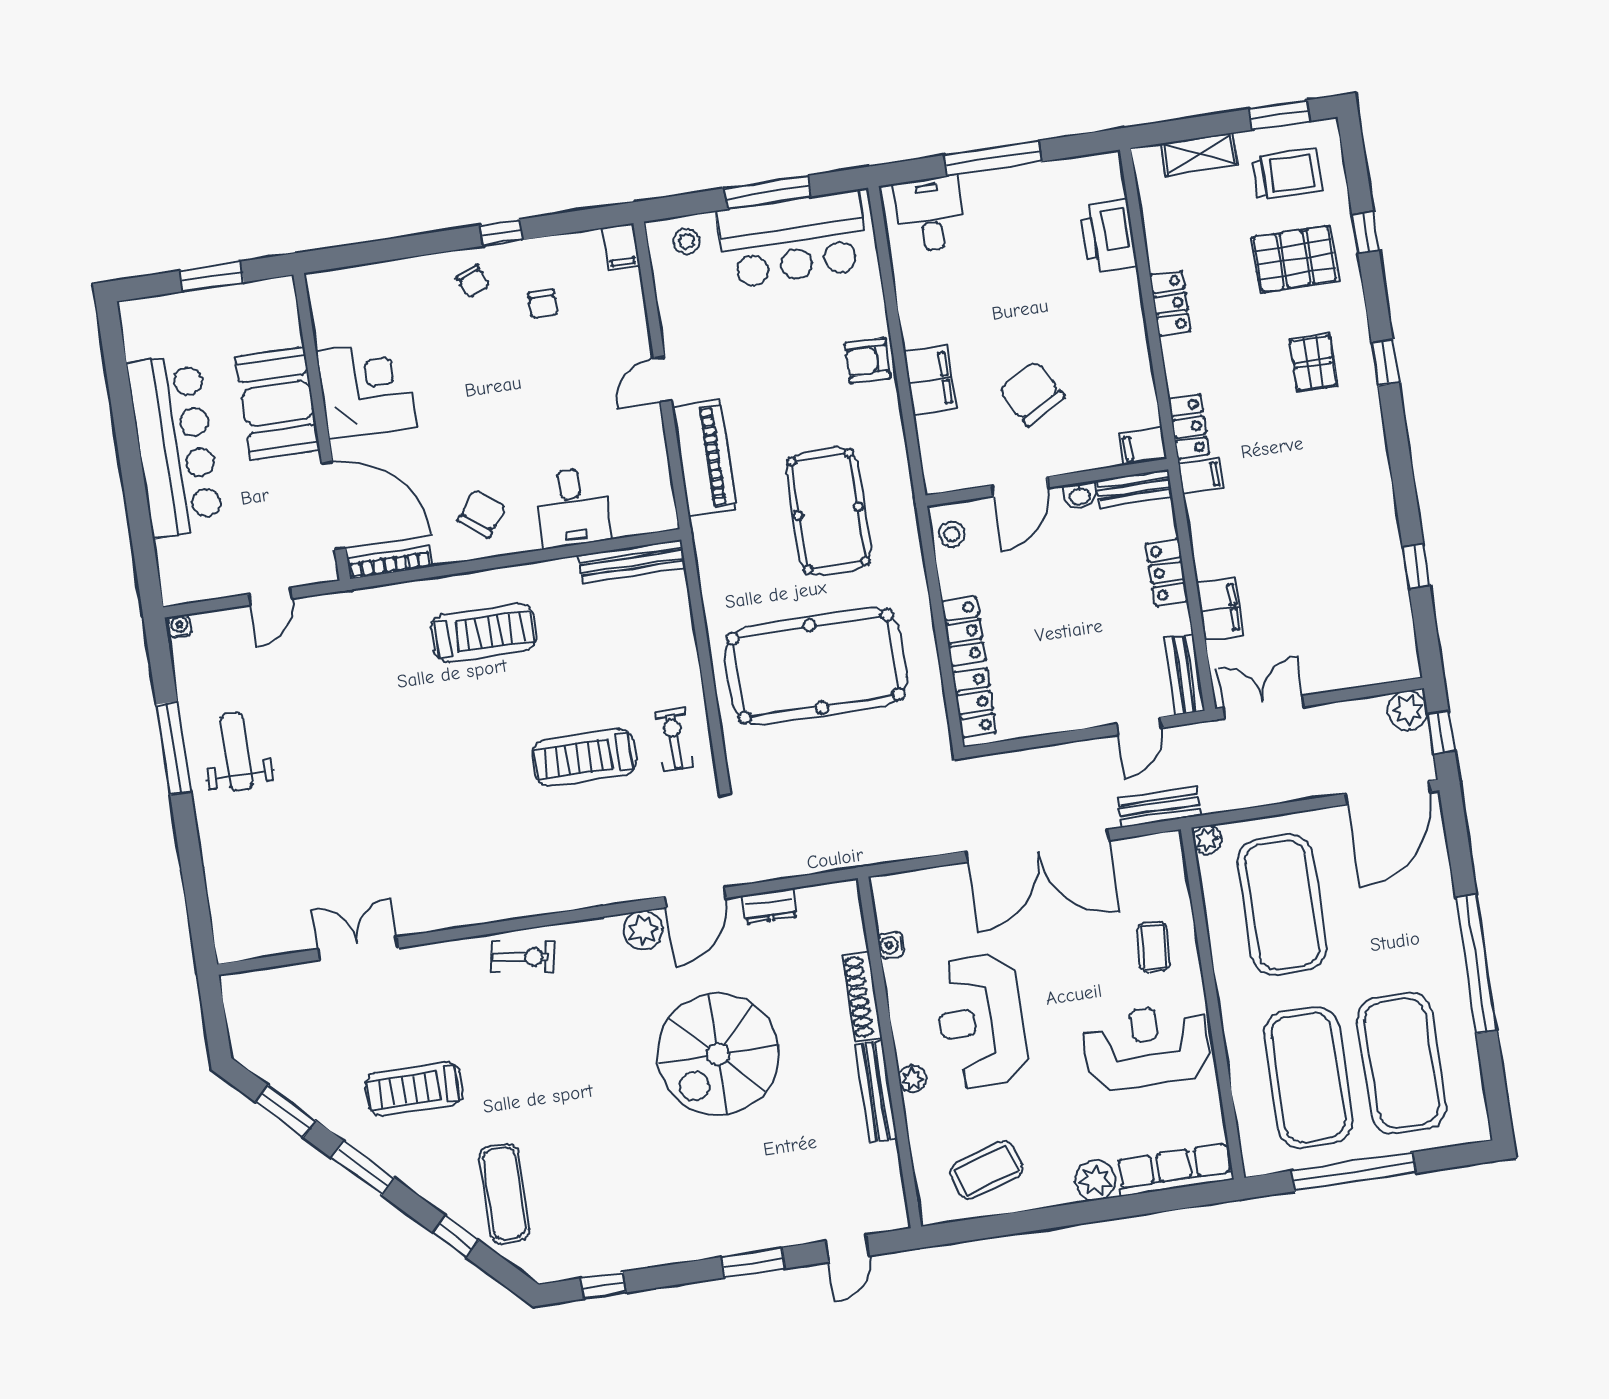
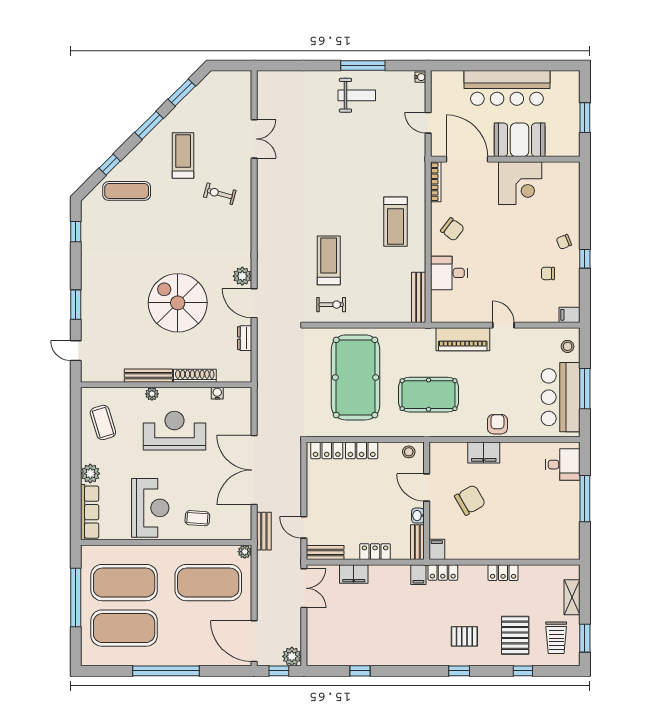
printer: (1108, 236) -> (540, 548), removed
door: (334, 505) -> (467, 159), swing flipped
exercise bike: (522, 957) -> (220, 194), moved, turned 96

